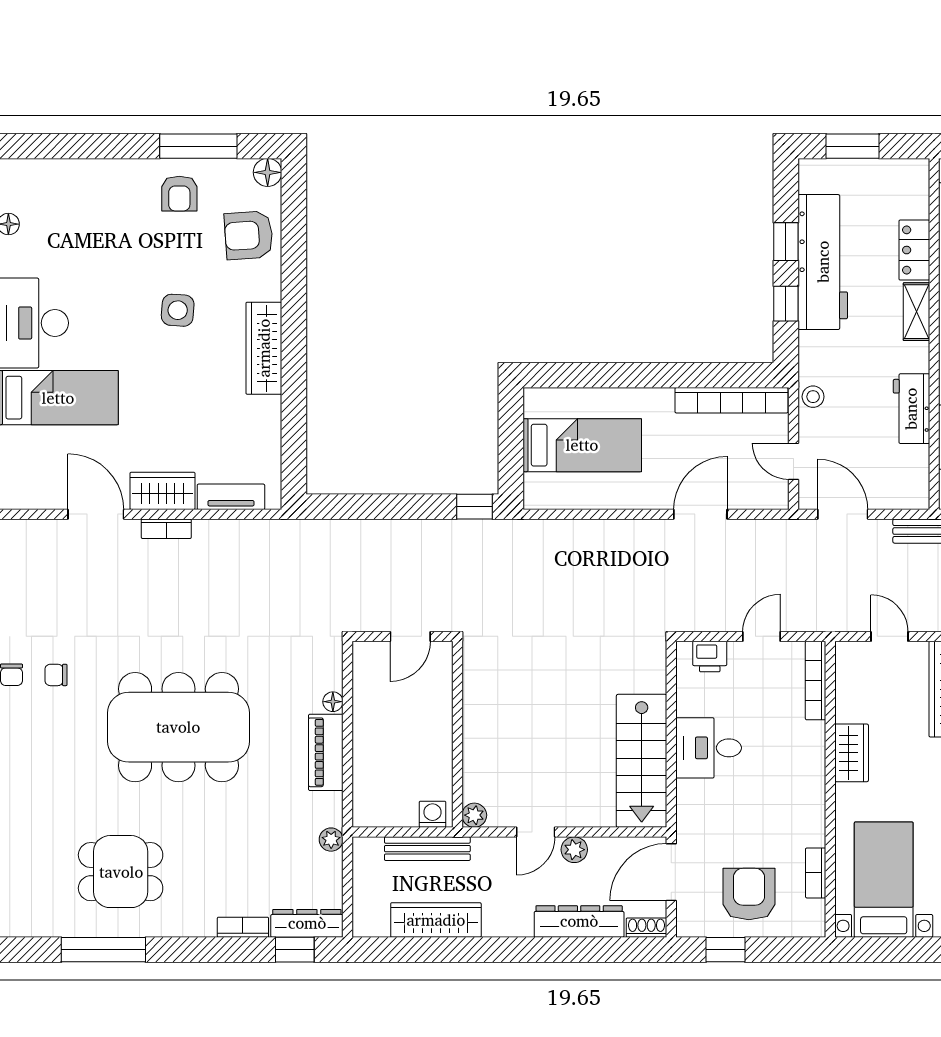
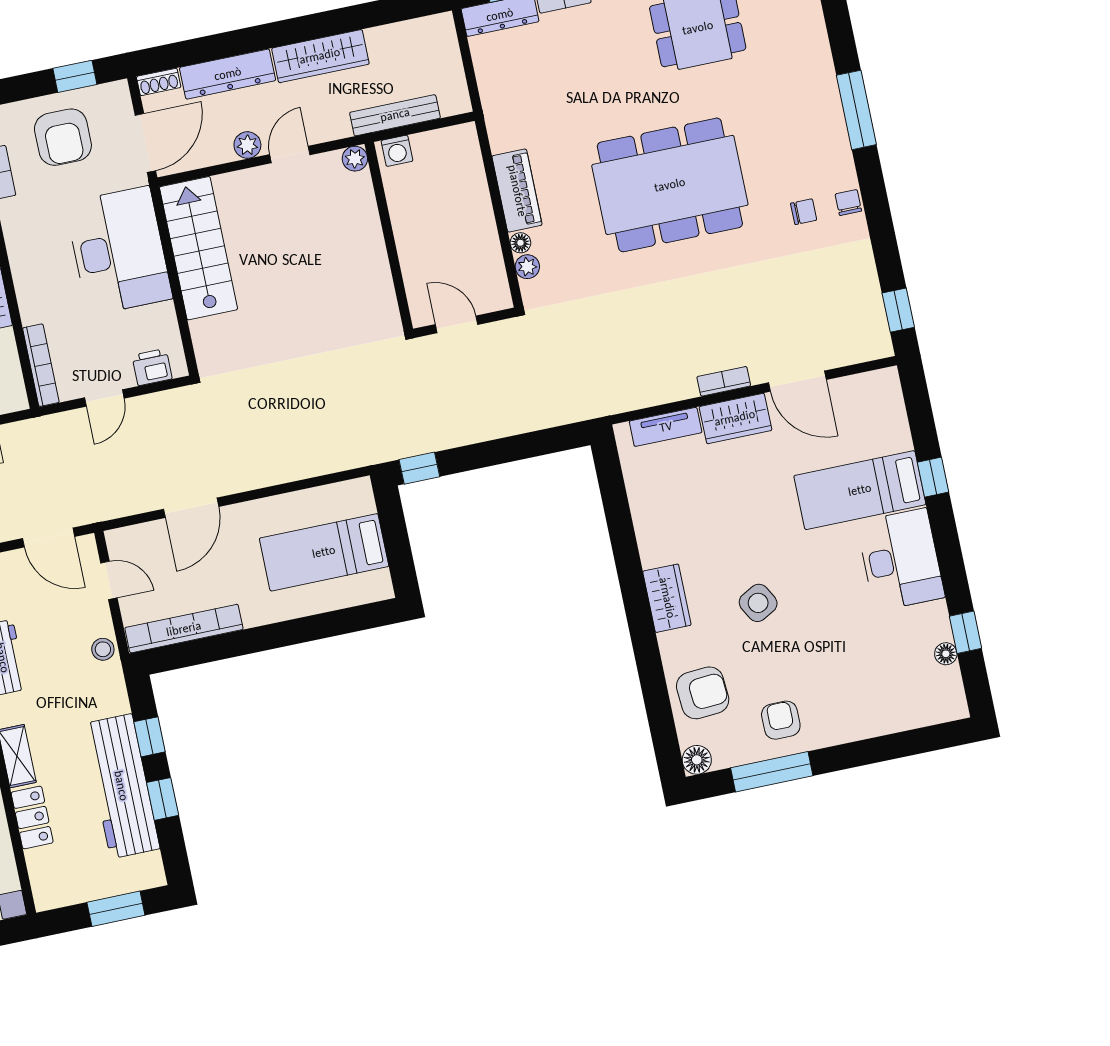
side table: (178, 310) -> (758, 603), turned -33
wardrobe: (264, 348) -> (667, 598), width x0.67
door: (410, 636) -> (457, 324), hinge flipped
desk: (709, 748) -> (119, 251), width x1.87, depth x1.30
plant: (331, 840) -> (527, 267), moved
wardrobe: (436, 920) -> (320, 56), moved

